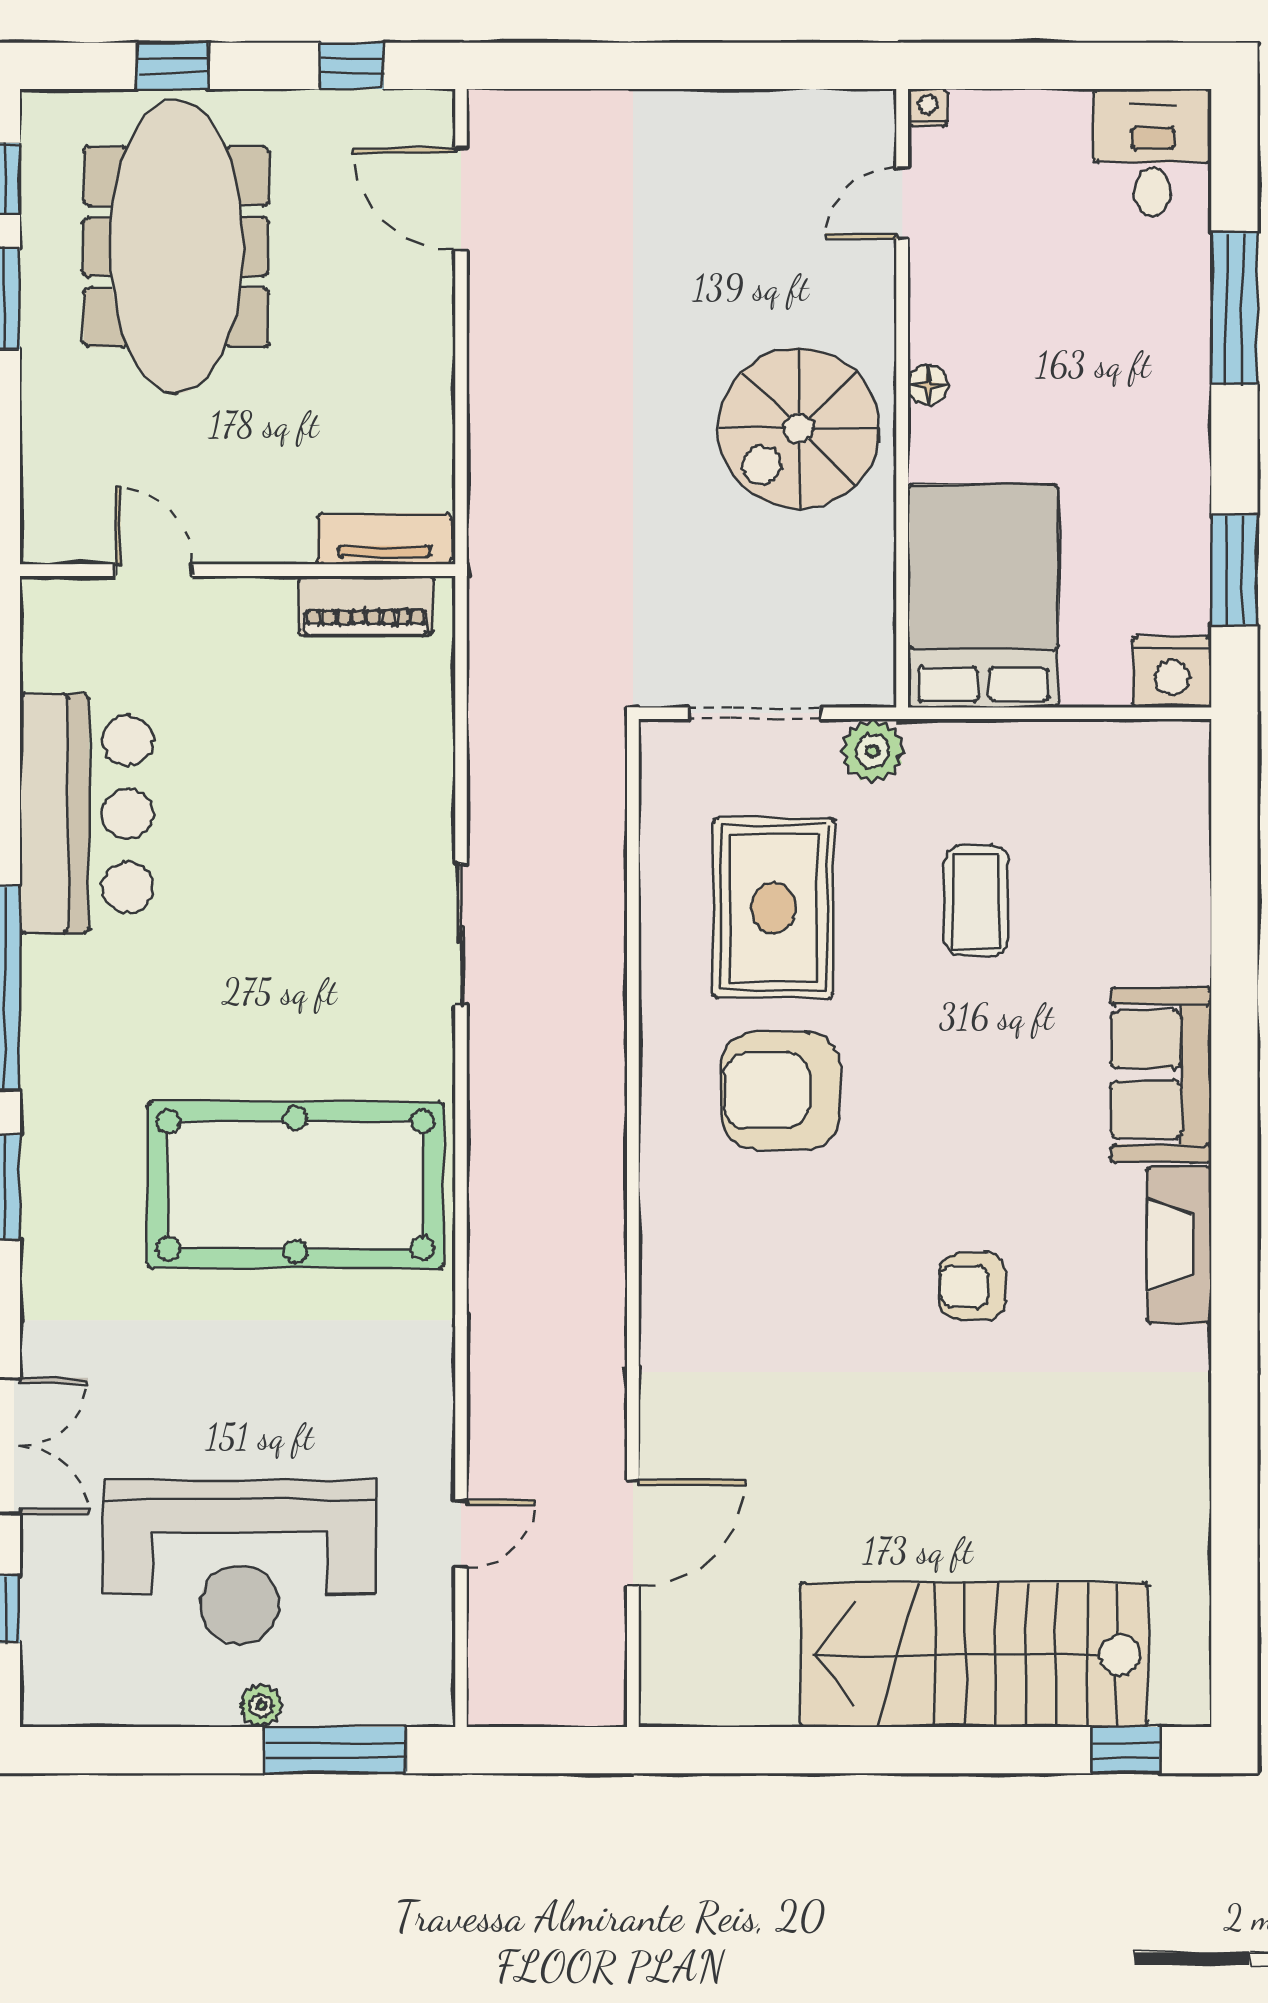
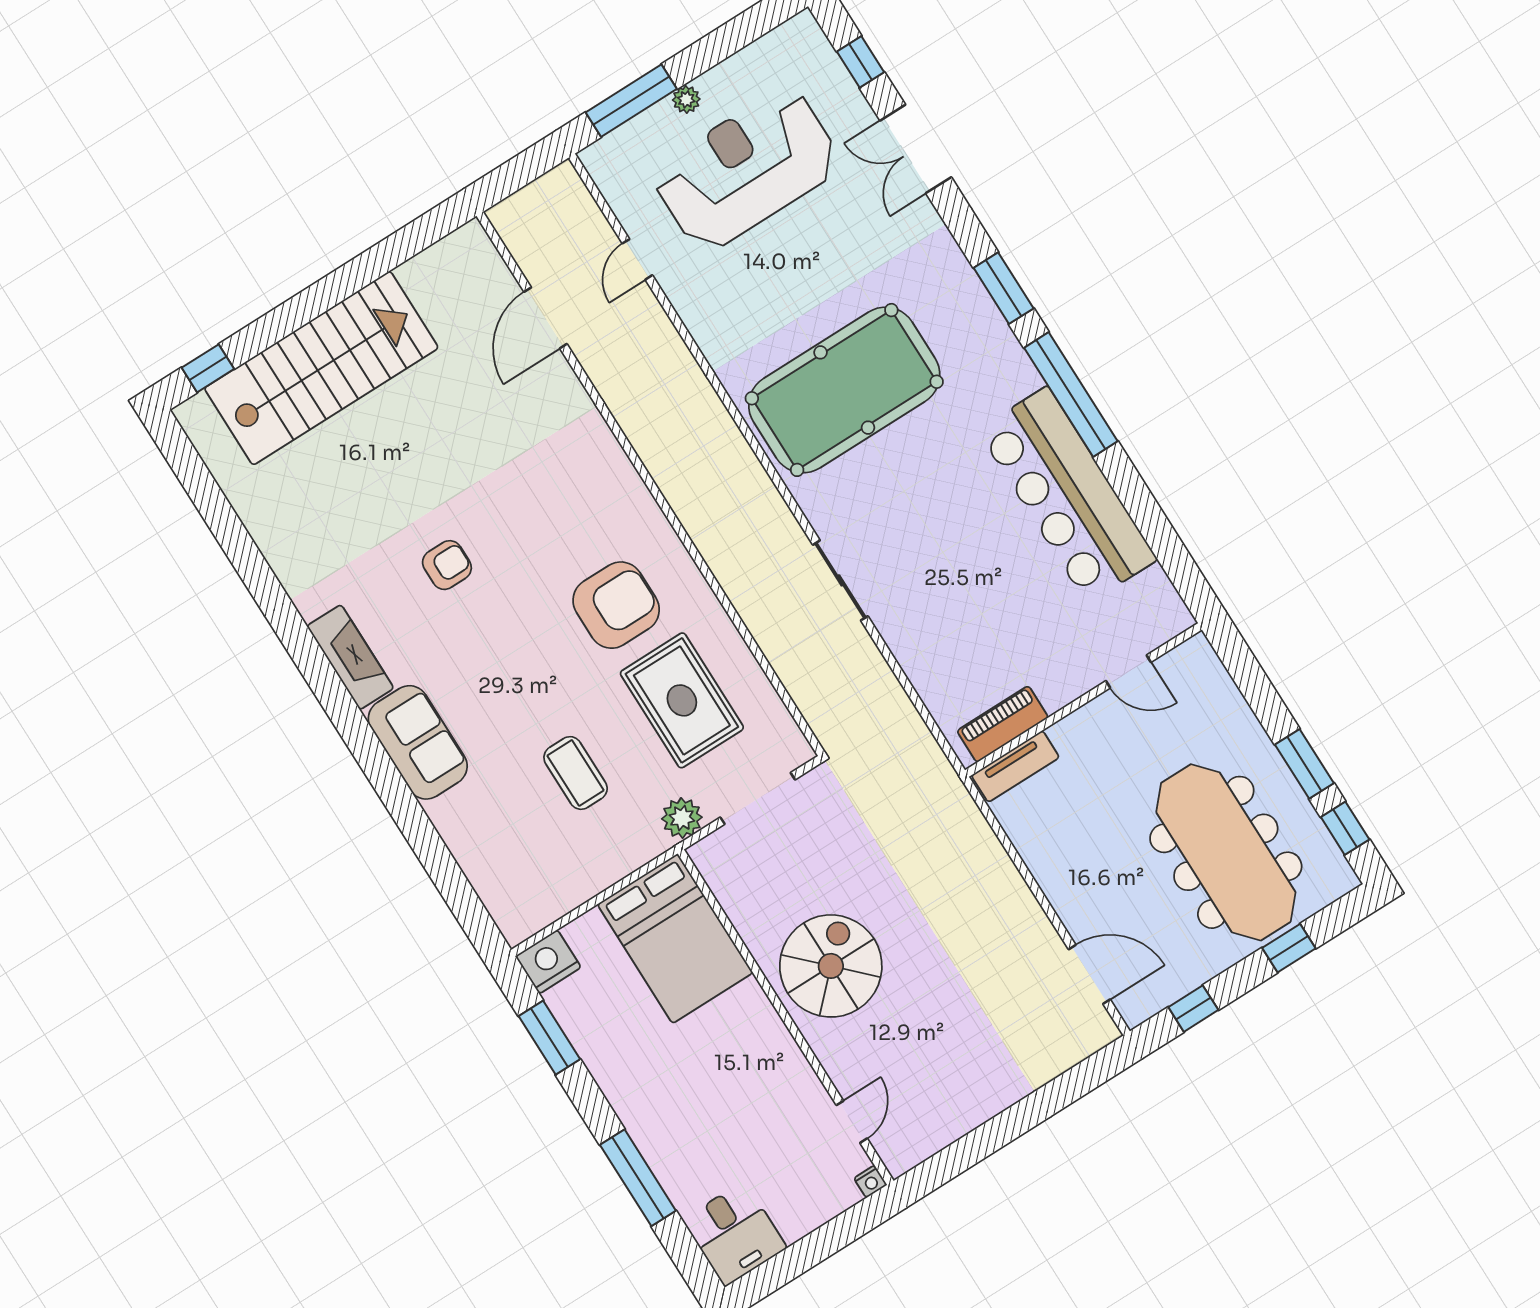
floor lamp: (928, 385) -> (776, 1033), removed
bar counter: (86, 814) -> (1067, 495), width x1.36

